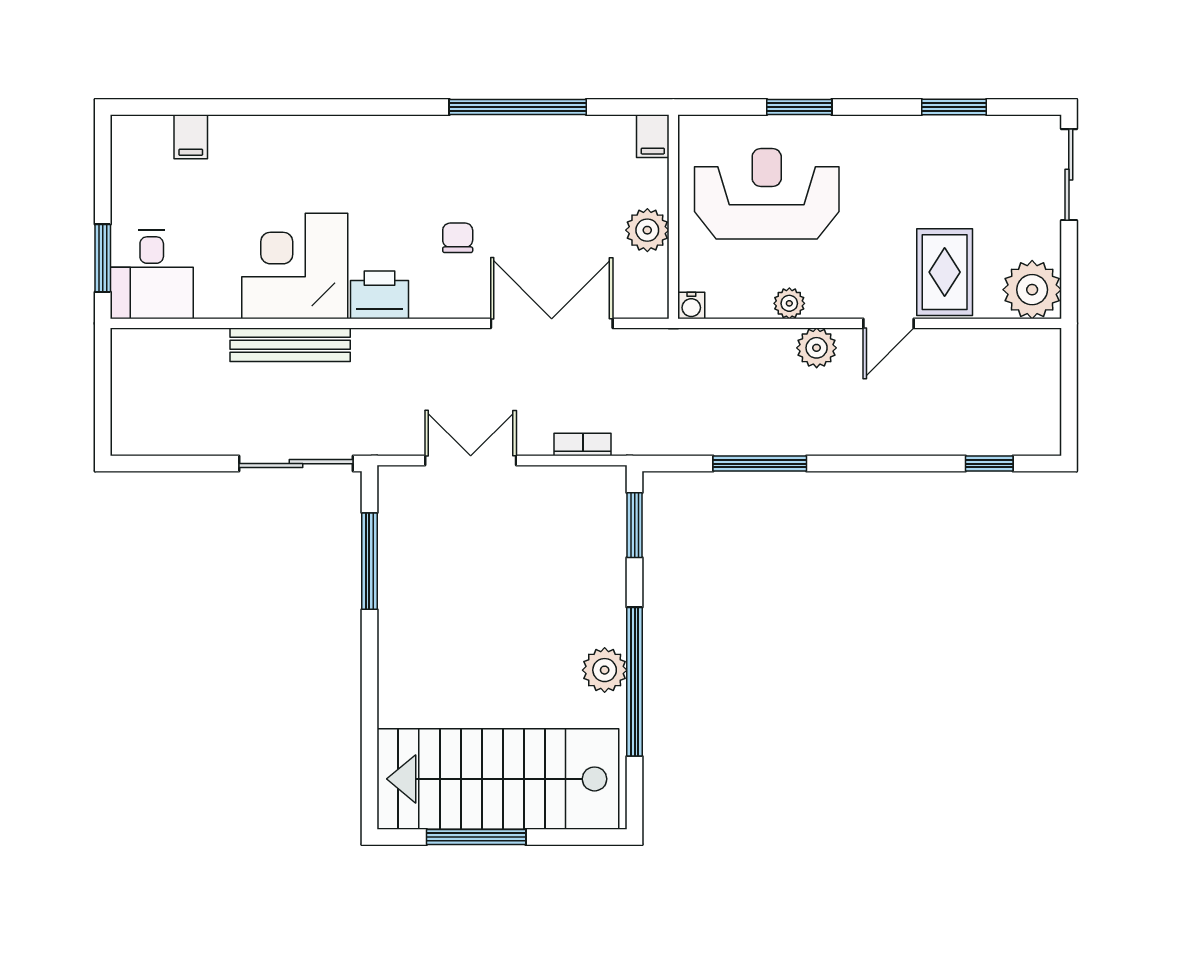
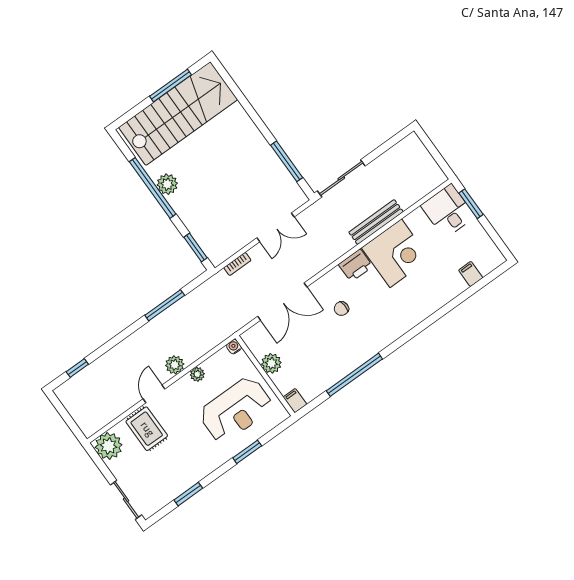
chair: (458, 238) -> (341, 309), turned 86

